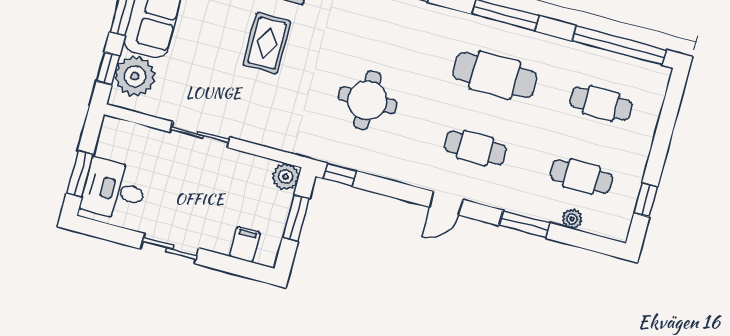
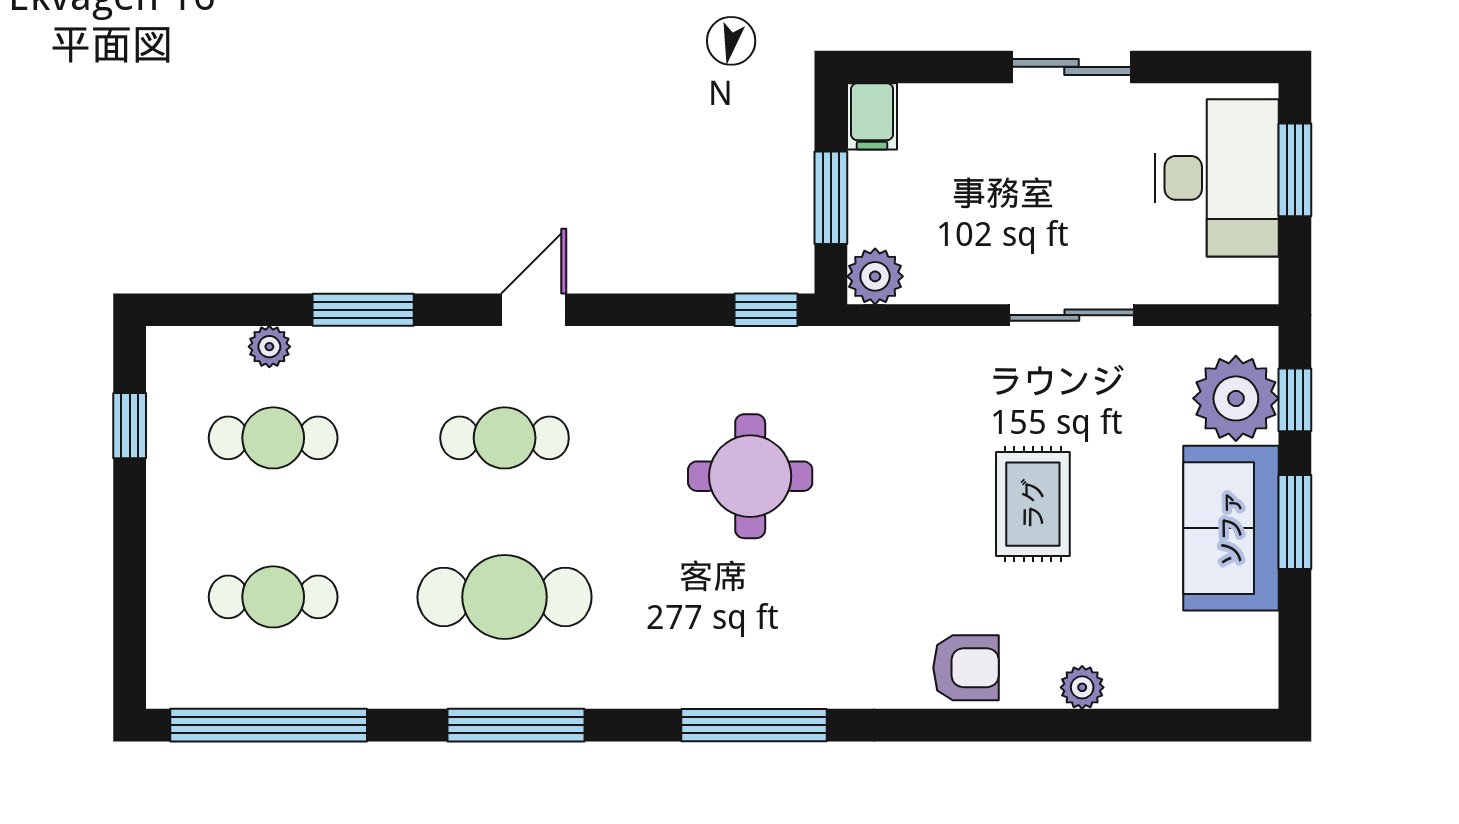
rug: (267, 43) -> (1033, 504), moved
desk: (114, 190) -> (1217, 178), width x1.37
filing cabinet: (245, 244) -> (872, 116), moved

